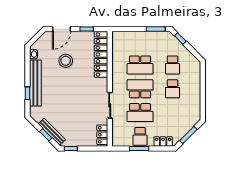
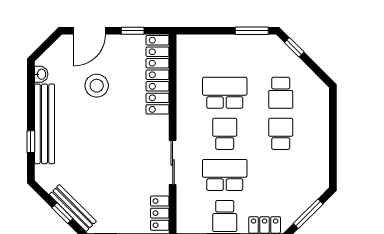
school desk: (140, 65) -> (225, 93), turned 180
school desk: (140, 89) -> (225, 134), width x0.54
school desk: (172, 89) -> (281, 134), turned 180
school desk: (140, 113) -> (225, 175), turned 180

